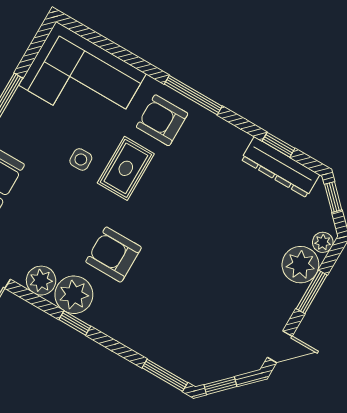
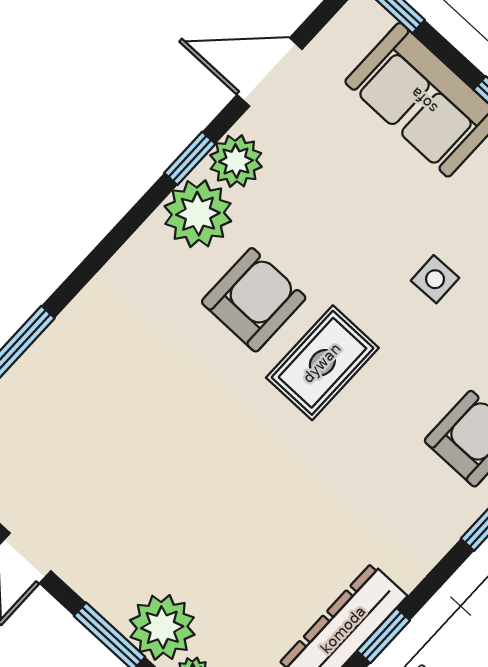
rug: (126, 168) -> (322, 363), moved, turned 90
window: (75, 323) -> (190, 158), moved

